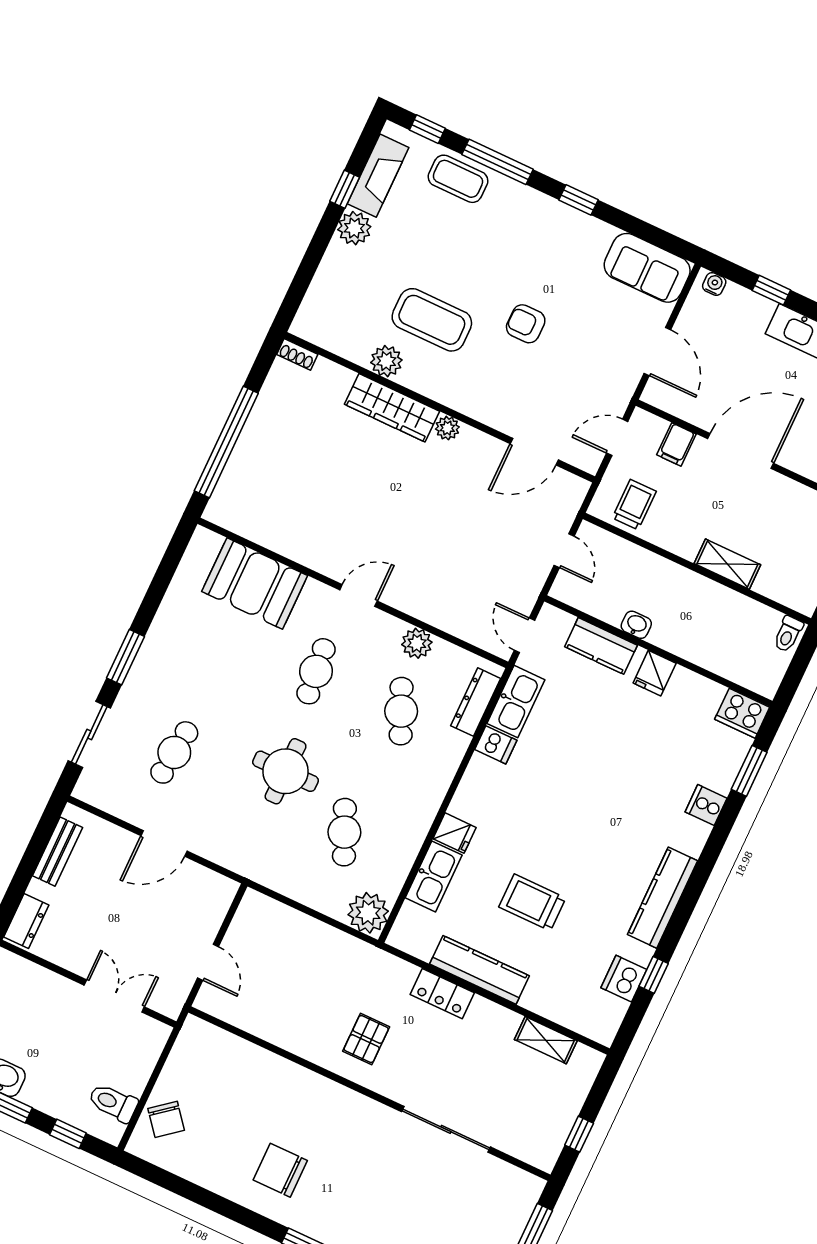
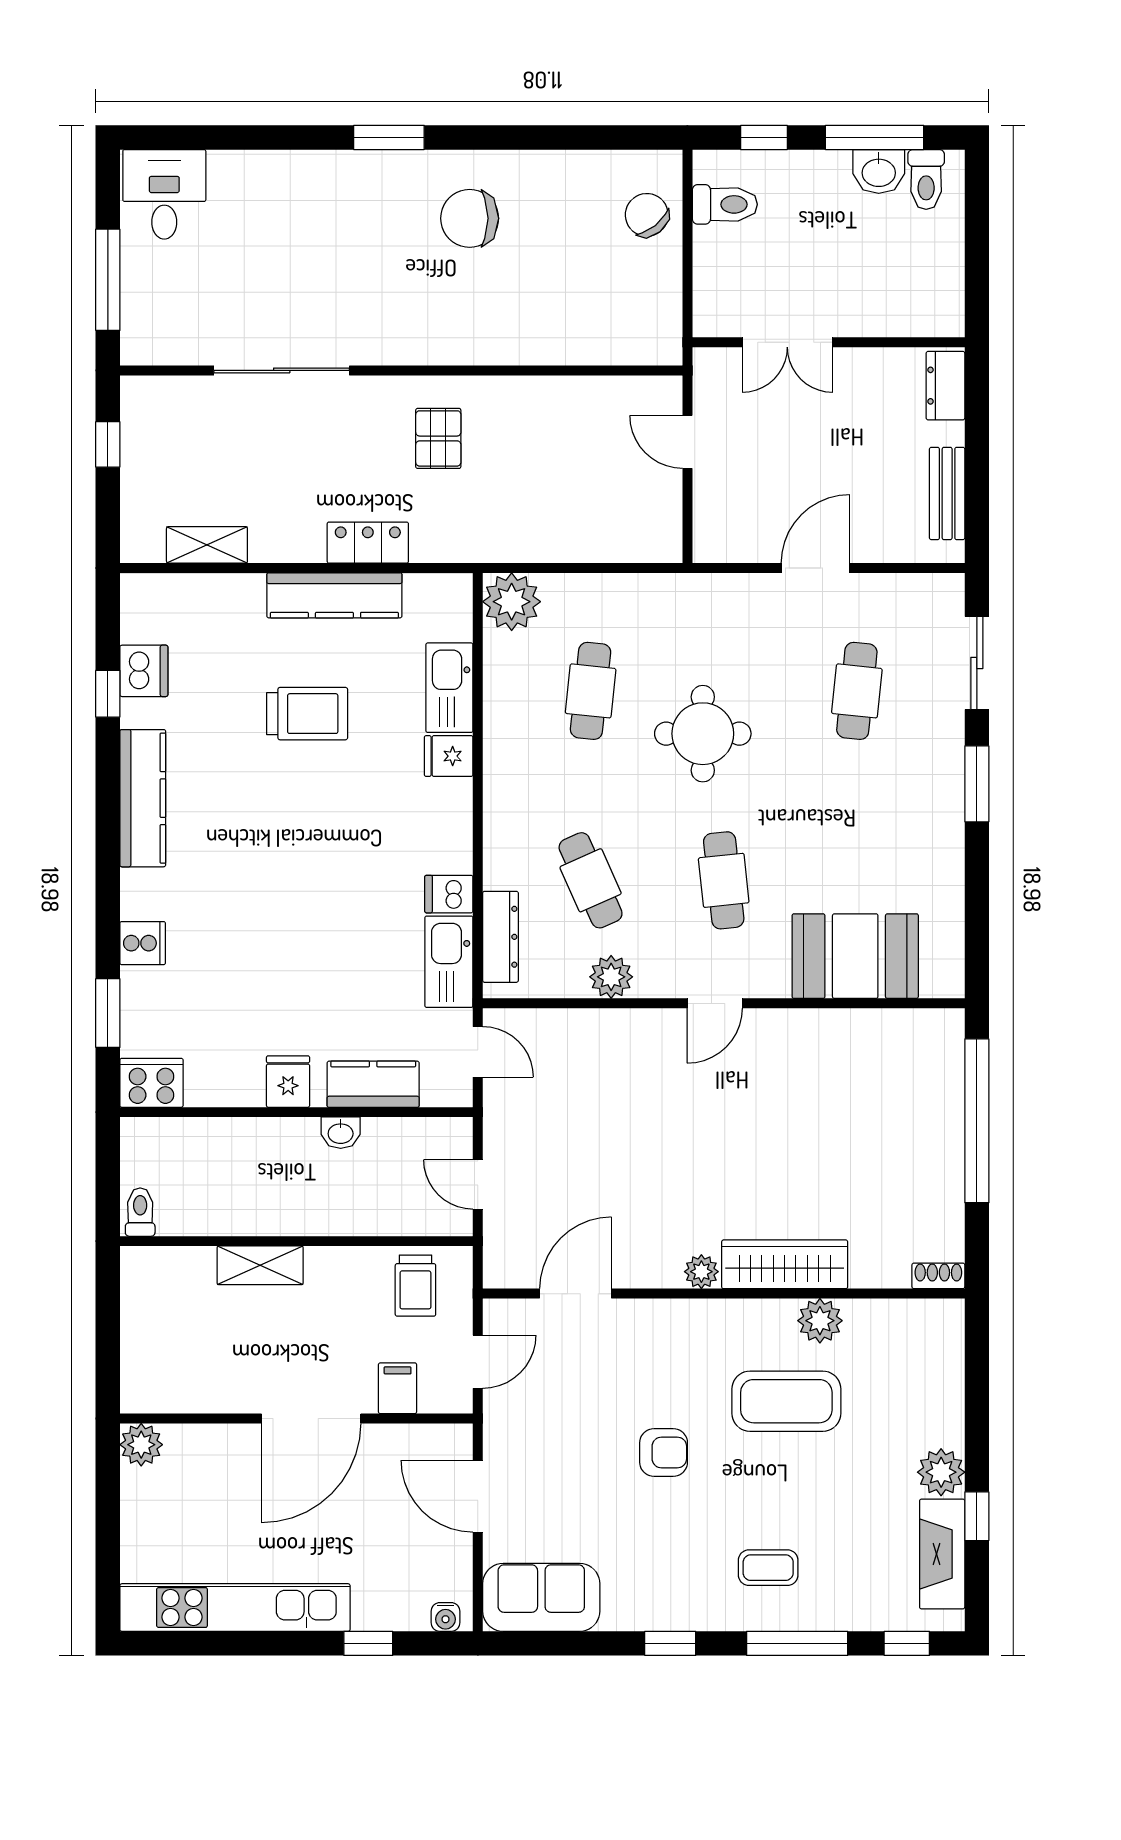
coffee table: (458, 179) -> (768, 1568), moved, width x0.73, depth x0.77
cafe table: (344, 832) -> (591, 691), turned 30
chair: (280, 1170) -> (470, 218), turned 180

